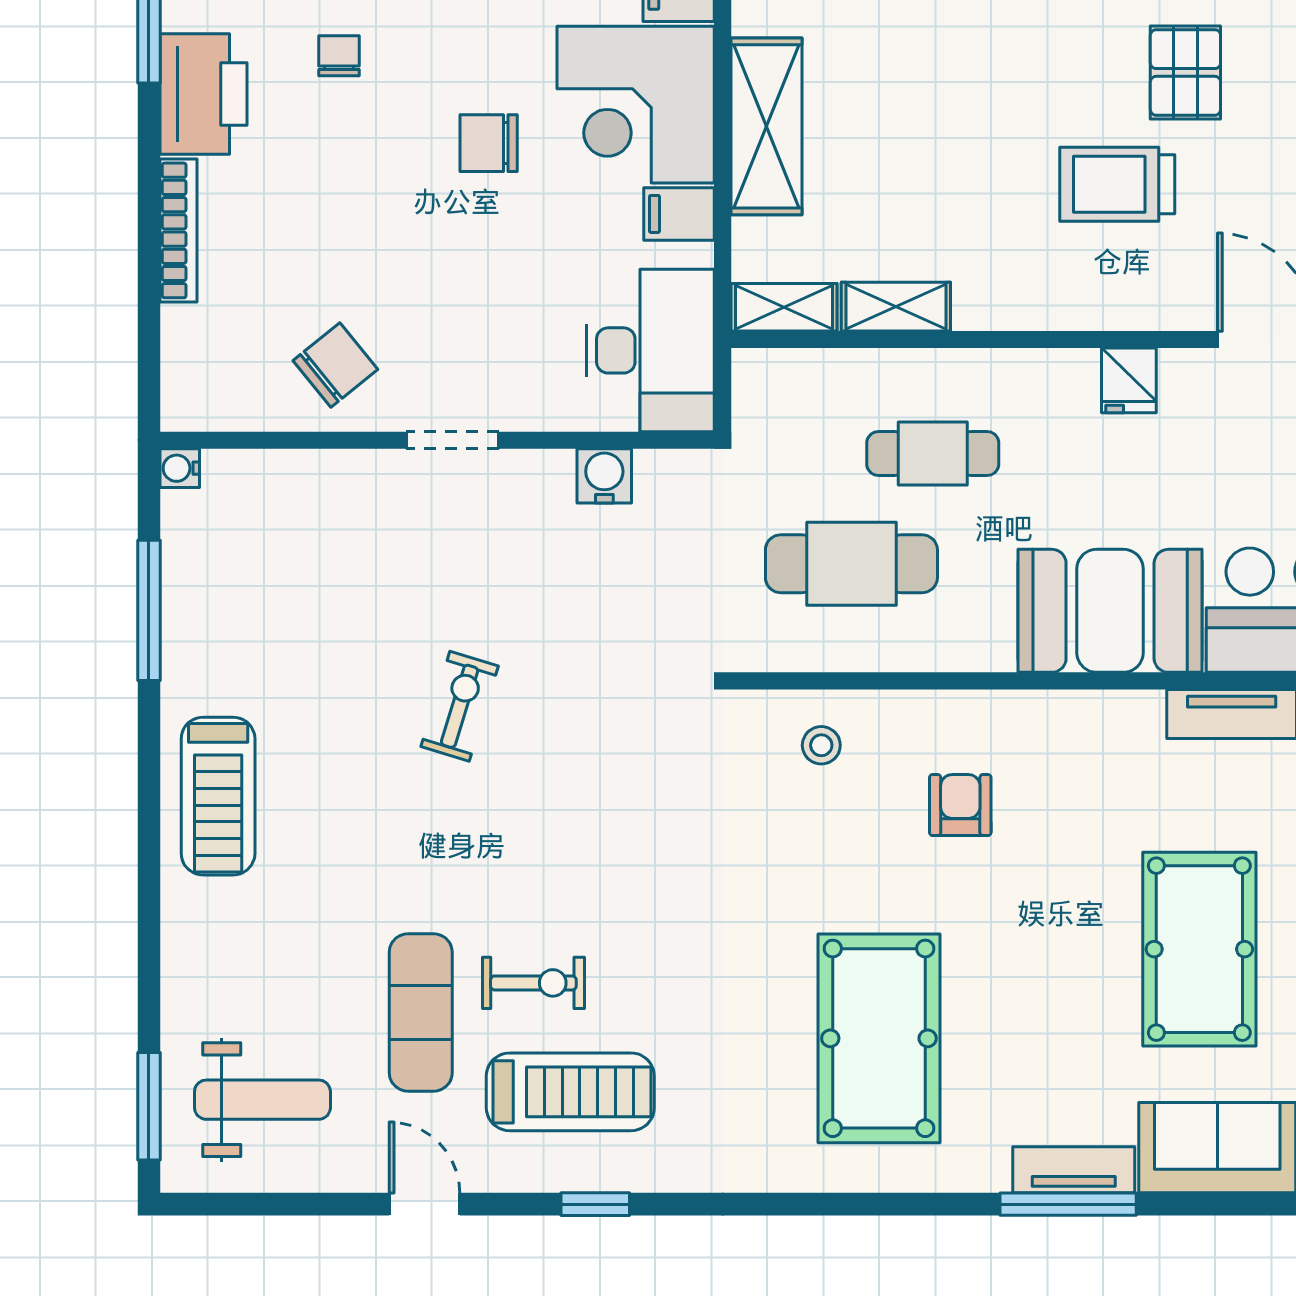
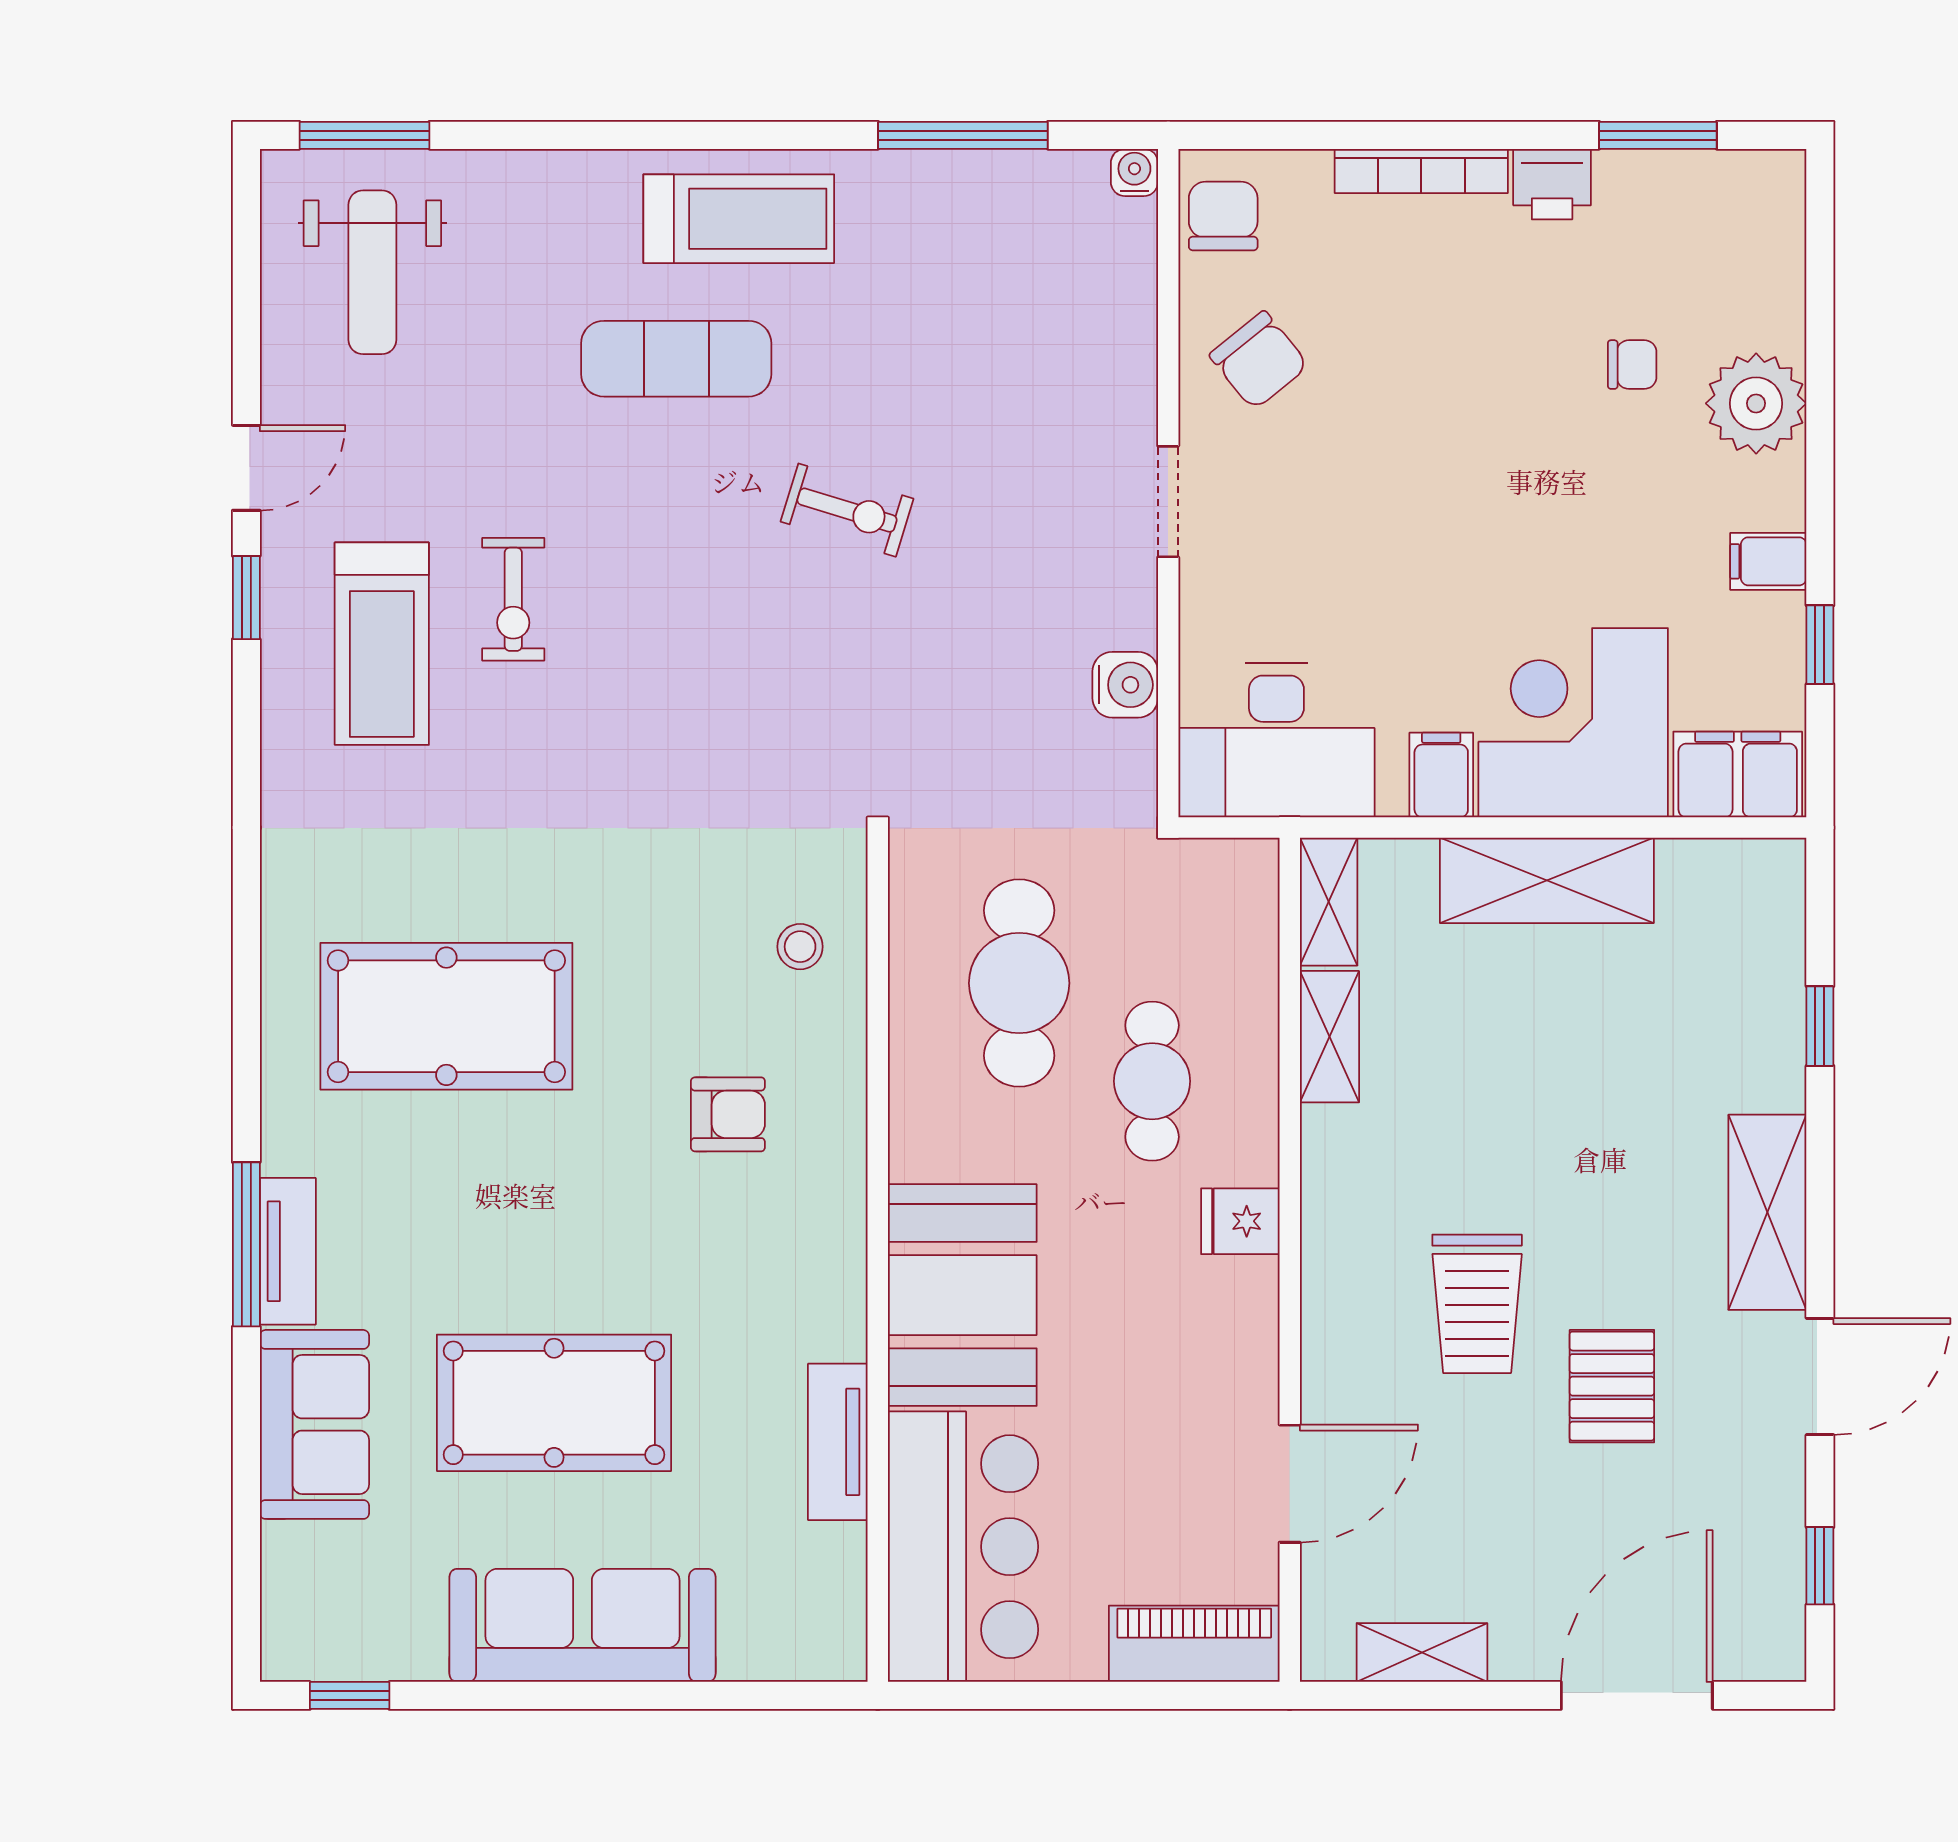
pallet: (1185, 72) -> (1612, 1386), turned 90
printer: (203, 94) -> (1552, 184), width x0.53, depth x0.68
chair: (489, 143) -> (1223, 216), moved
trolley: (1117, 184) -> (1477, 1304), turned 180
fridge: (1129, 380) -> (1240, 1221), moved
treadmill: (218, 796) -> (739, 219), turned 180
exercise mat: (421, 1012) -> (676, 359), moved
window: (595, 1204) -> (246, 598), moved

